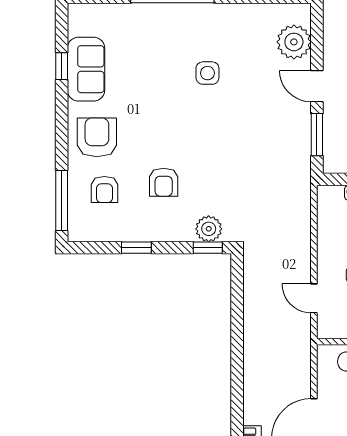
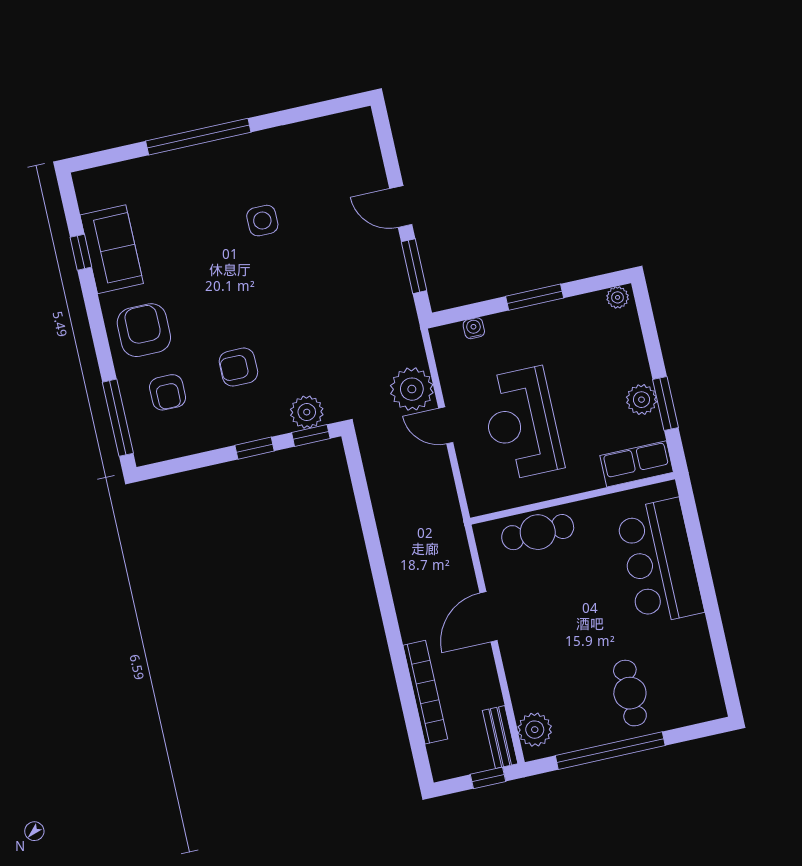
plant: (294, 42) -> (412, 389), moved
armchair: (164, 182) -> (238, 367), turned 90
window: (136, 248) -> (255, 448), moved
door: (314, 298) -> (446, 425), moved

